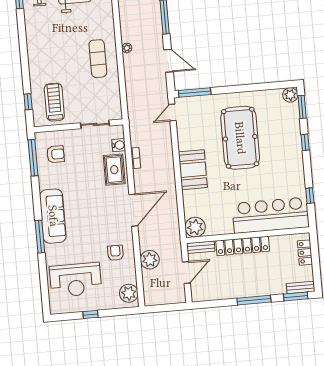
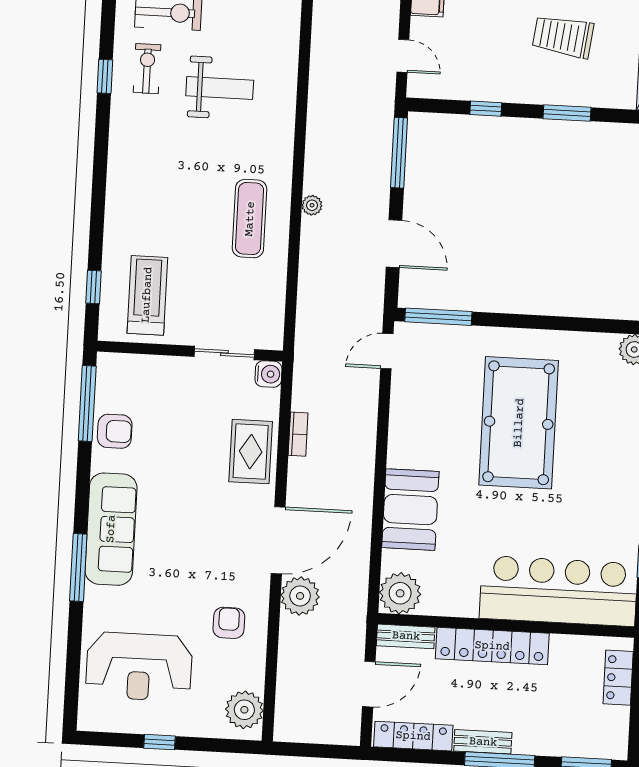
water cooler: (119, 145) -> (268, 374), moved
armchair: (56, 154) -> (115, 431), moved
booth: (193, 170) -> (410, 510), moved
plant: (150, 260) -> (300, 596), moved
bench: (300, 287) -> (483, 742), moved
locker: (211, 294) -> (413, 736), added

